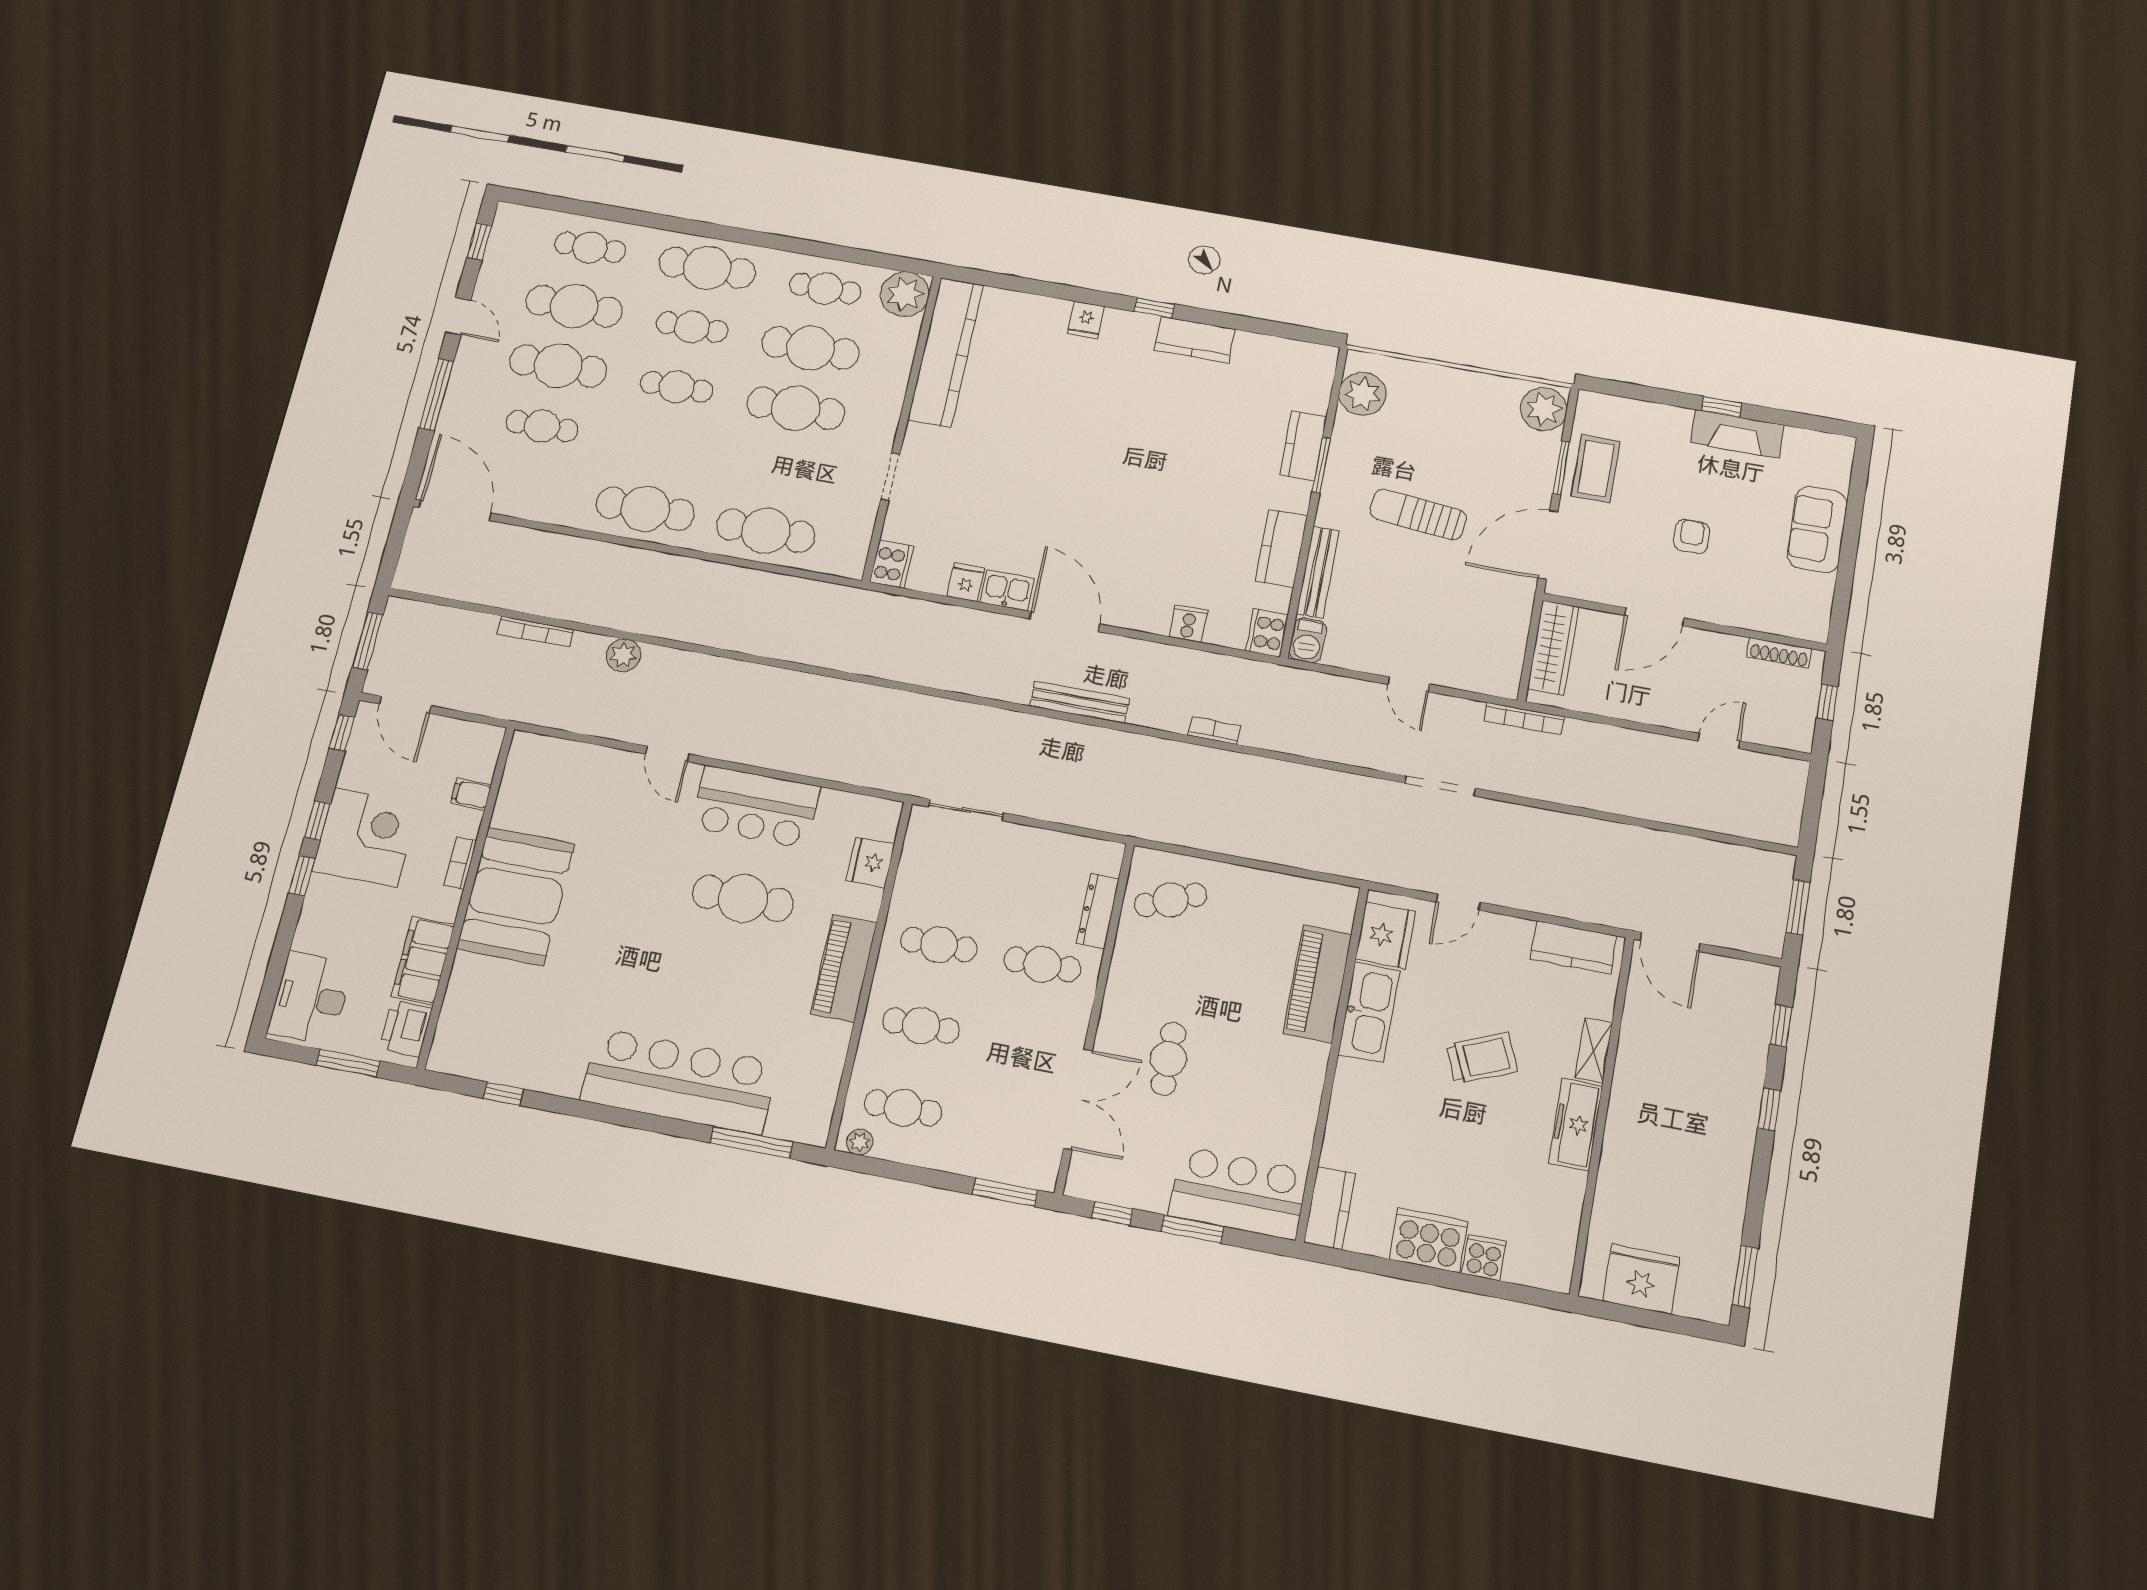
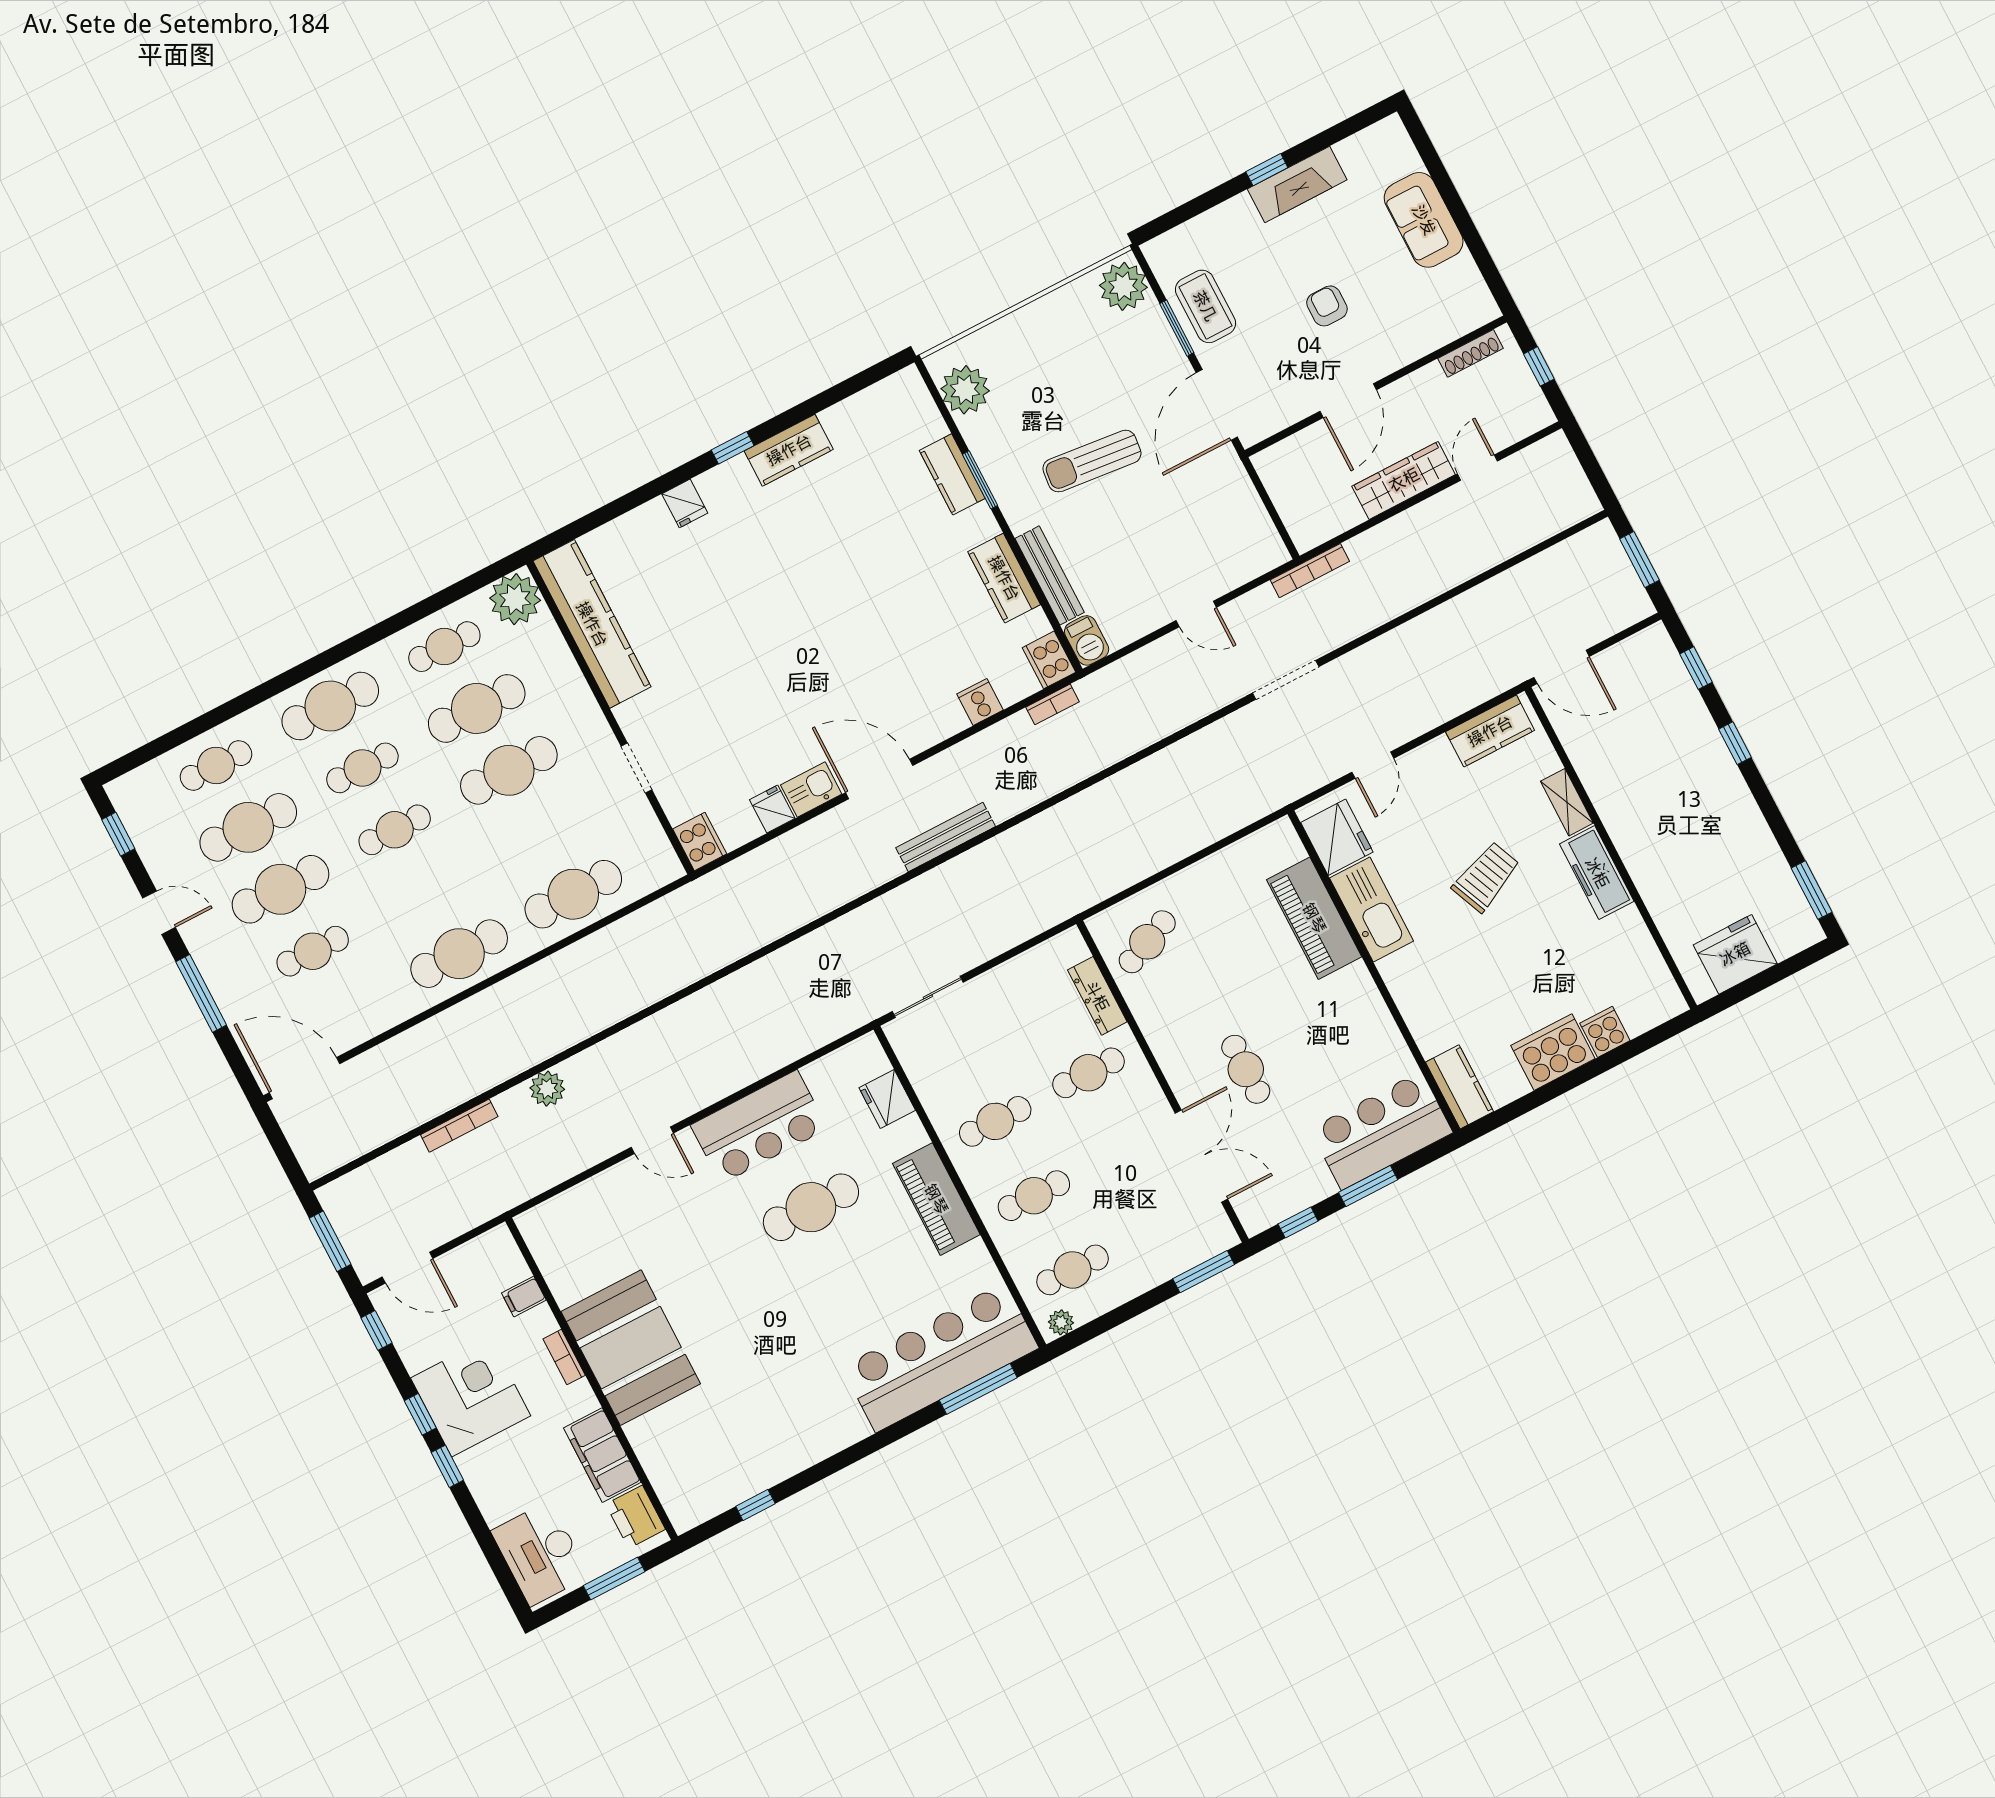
wardrobe: (1553, 648) -> (1404, 480), moved, turned -90
bookcase: (1214, 731) -> (1052, 704), moved, turned 180
bar counter: (679, 1081) -> (940, 1357), moved

